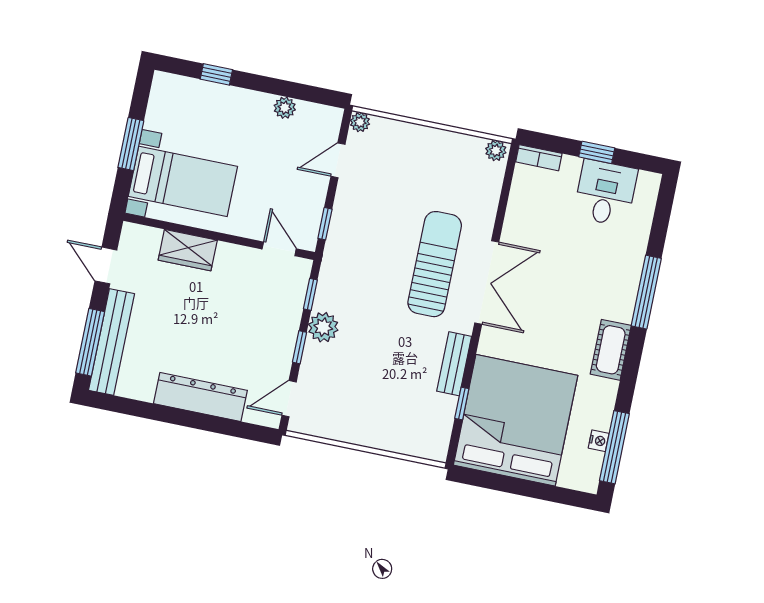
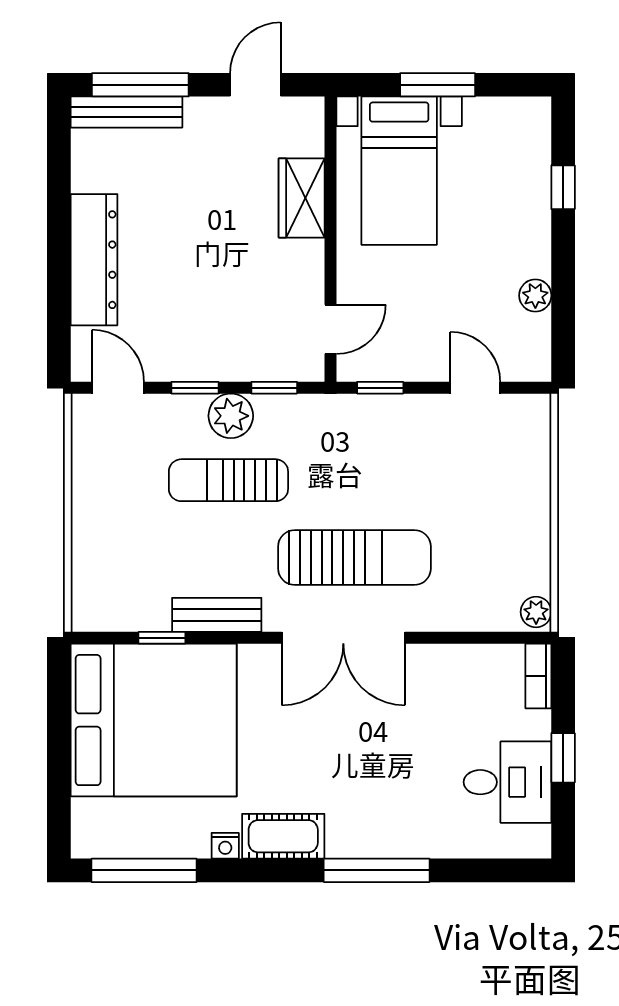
plant: (360, 122) -> (537, 408), removed
sun lounger: (366, 338) -> (228, 480), added
bench: (112, 342) -> (126, 112), width x0.73, depth x0.82
nightstand: (599, 441) -> (225, 846), moved

